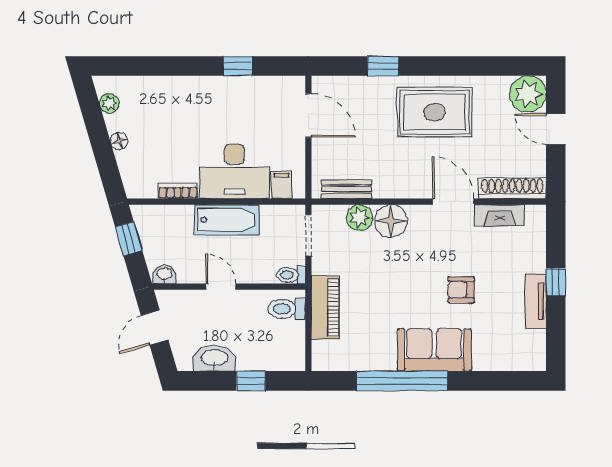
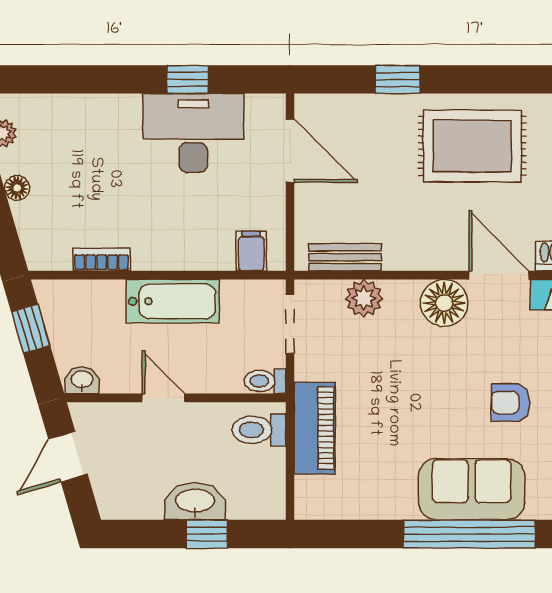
desk: (234, 171) -> (193, 133), moved, turned 180
floor lamp: (391, 221) -> (444, 303), moved
washbasin: (214, 358) -> (195, 501), moved
window: (402, 381) -> (469, 534), moved

